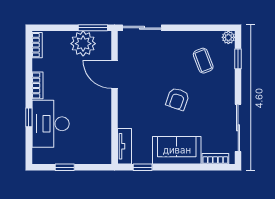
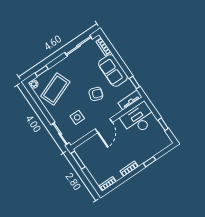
plant: (83, 44) -> (90, 160), removed
coffee table: (203, 61) -> (55, 89), width x1.86, depth x1.72
side table: (148, 64) -> (77, 117), added
door: (114, 74) -> (104, 126), moved
armchair: (177, 99) -> (96, 94), moved
desk: (51, 124) -> (138, 119), moved, turned 180

